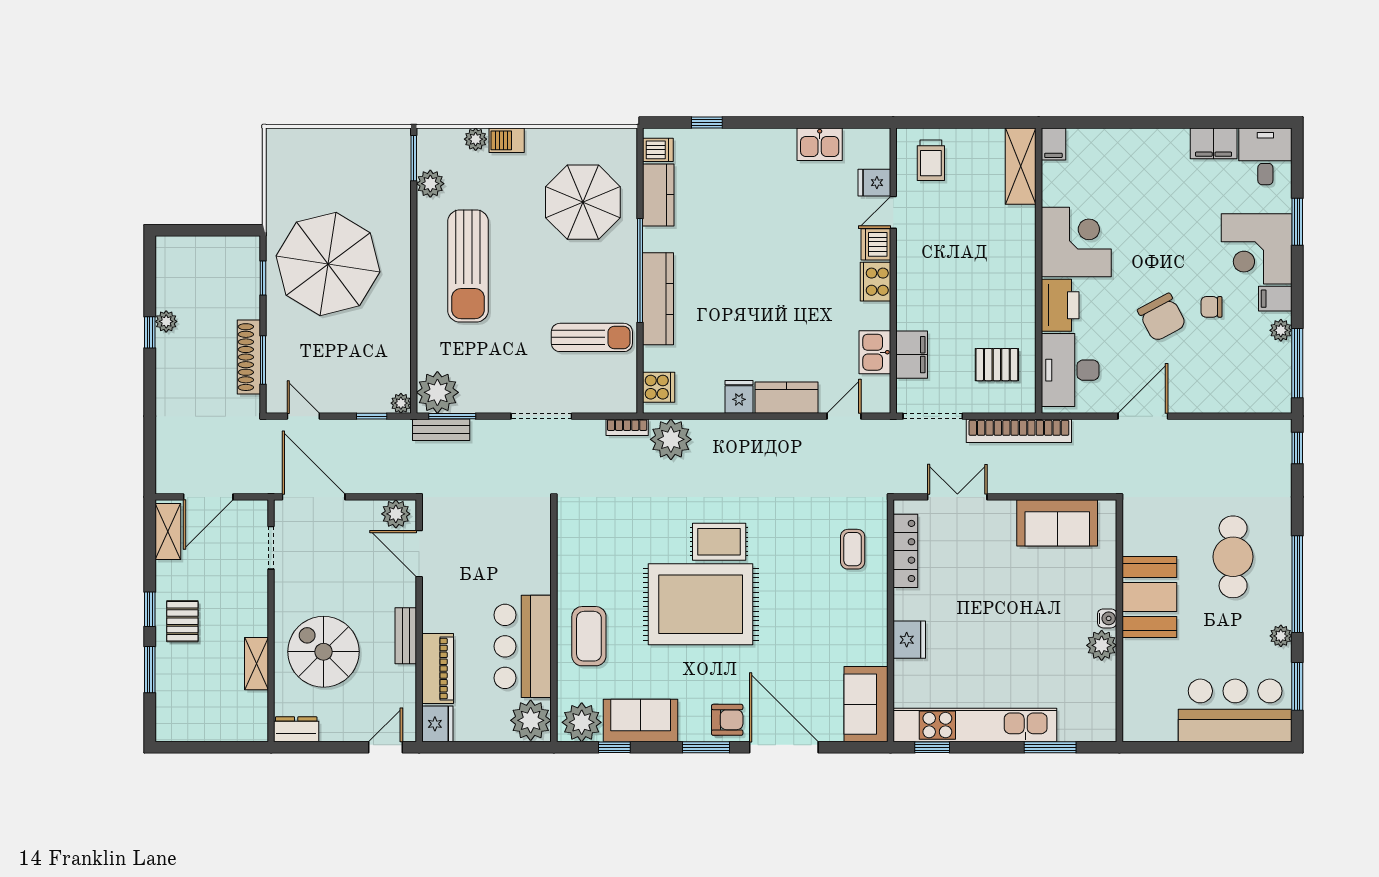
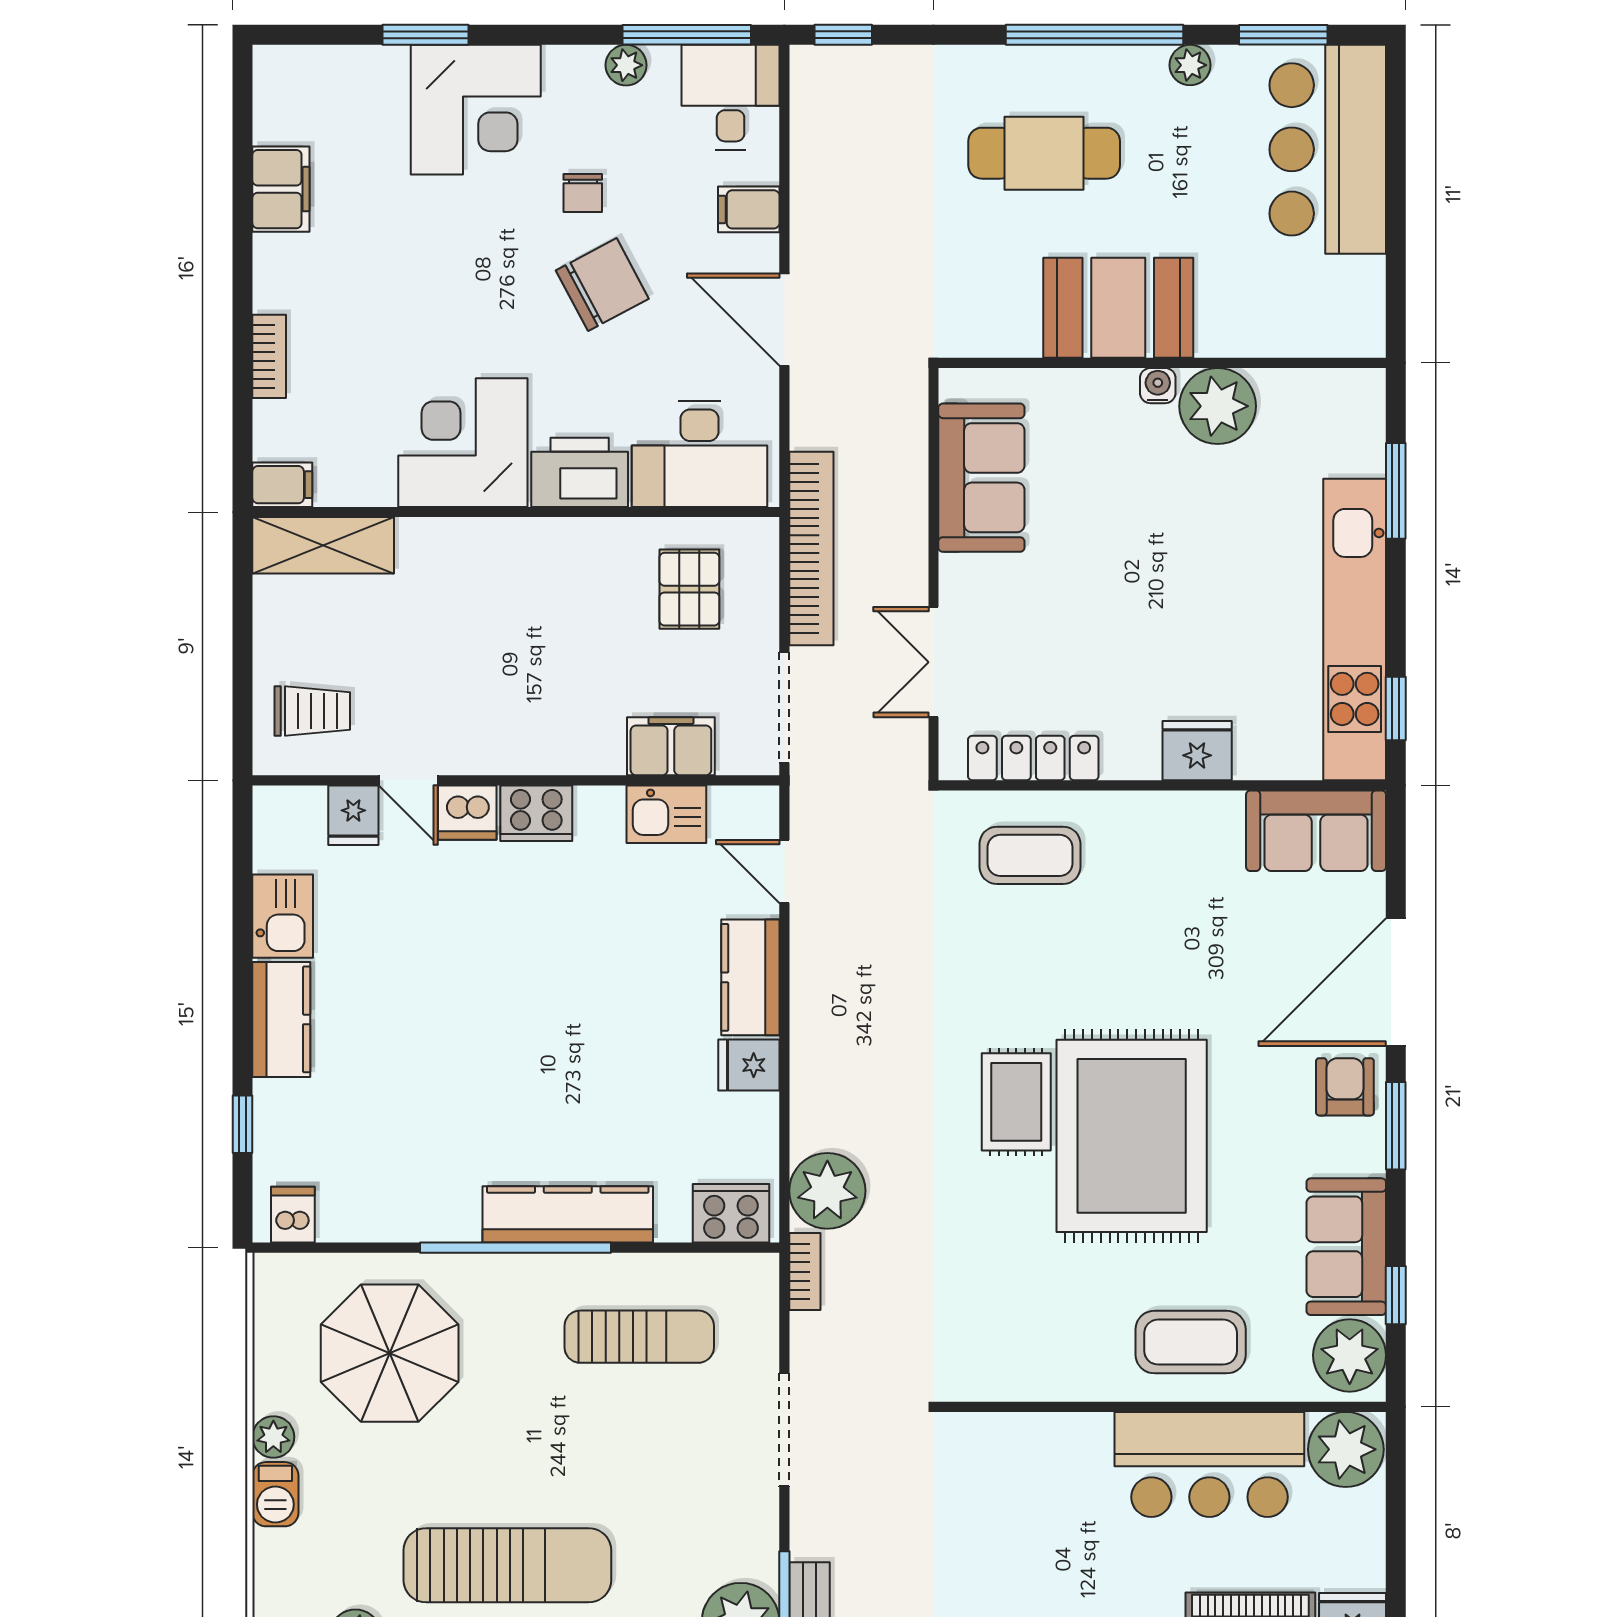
bookcase: (1123, 137) -> (269, 356), added
plant: (476, 139) -> (273, 1437), moved
desk: (1265, 156) -> (731, 97), moved, turned 90
kitchen counter: (658, 195) -> (281, 1019), moved, turned 90
filing cabinet: (1275, 299) -> (749, 209), moved, turned 90
sun lounger: (592, 337) -> (639, 1337), turned 90
cooker: (659, 387) -> (731, 1213), width x1.36
coffee table: (853, 549) -> (1030, 855), width x1.36, depth x1.30
plant: (1102, 645) -> (1218, 406), width x1.36, depth x1.36

